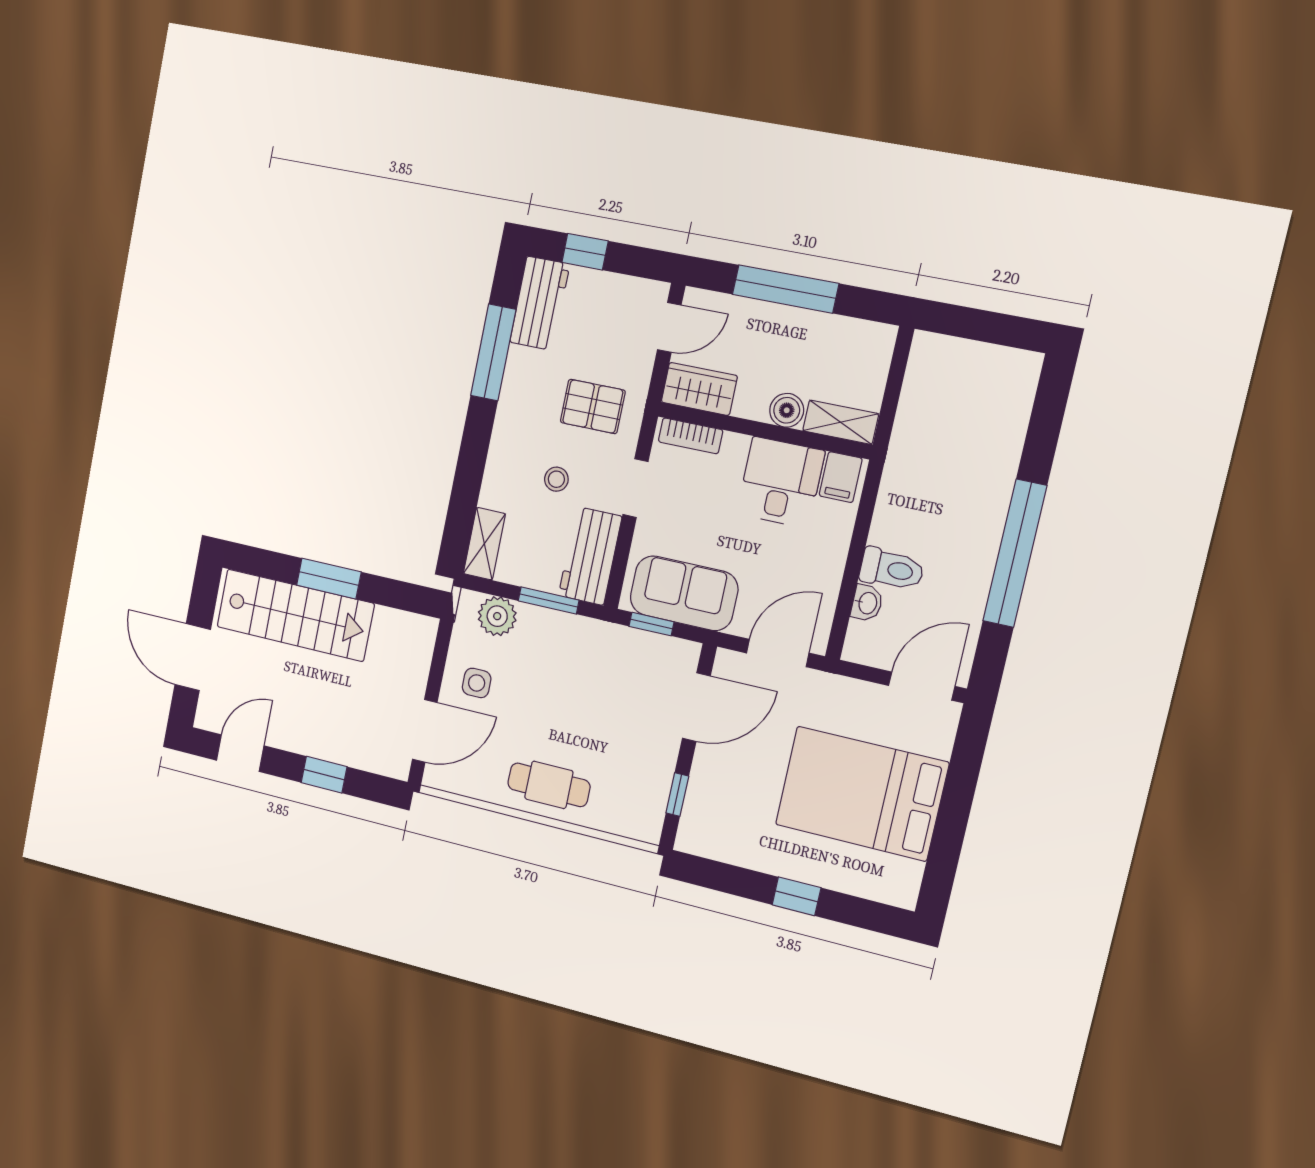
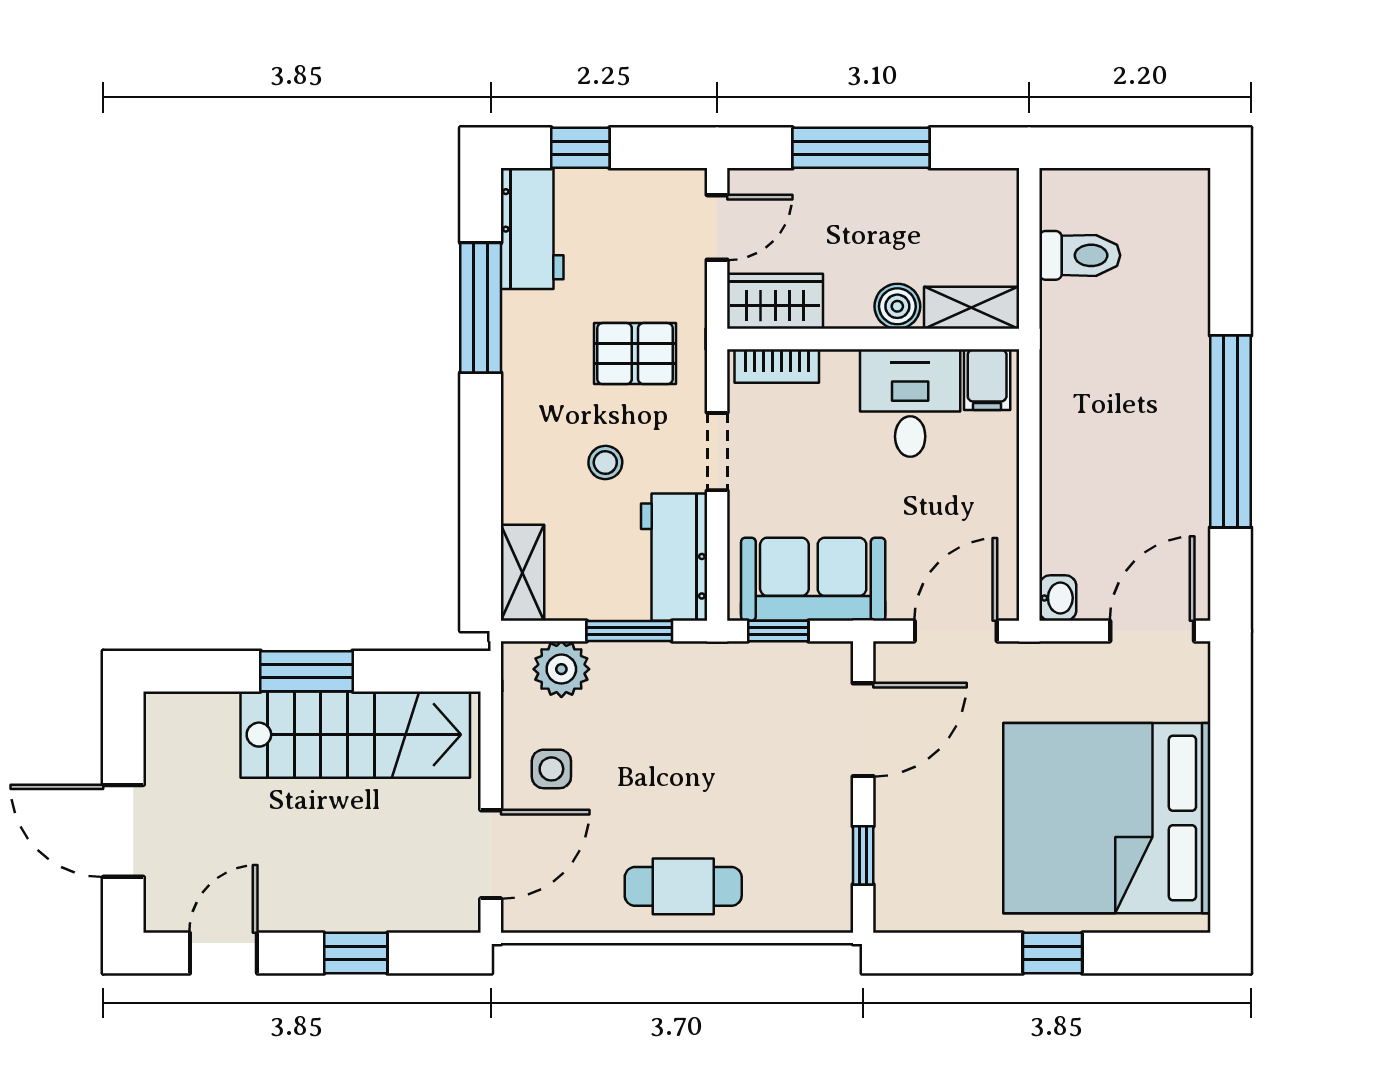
toilet: (892, 569) -> (1080, 255), moved
washbasin: (867, 603) -> (1058, 598), moved
stairs: (295, 615) -> (355, 735), moved
bed: (862, 794) -> (1107, 818), width x1.36

